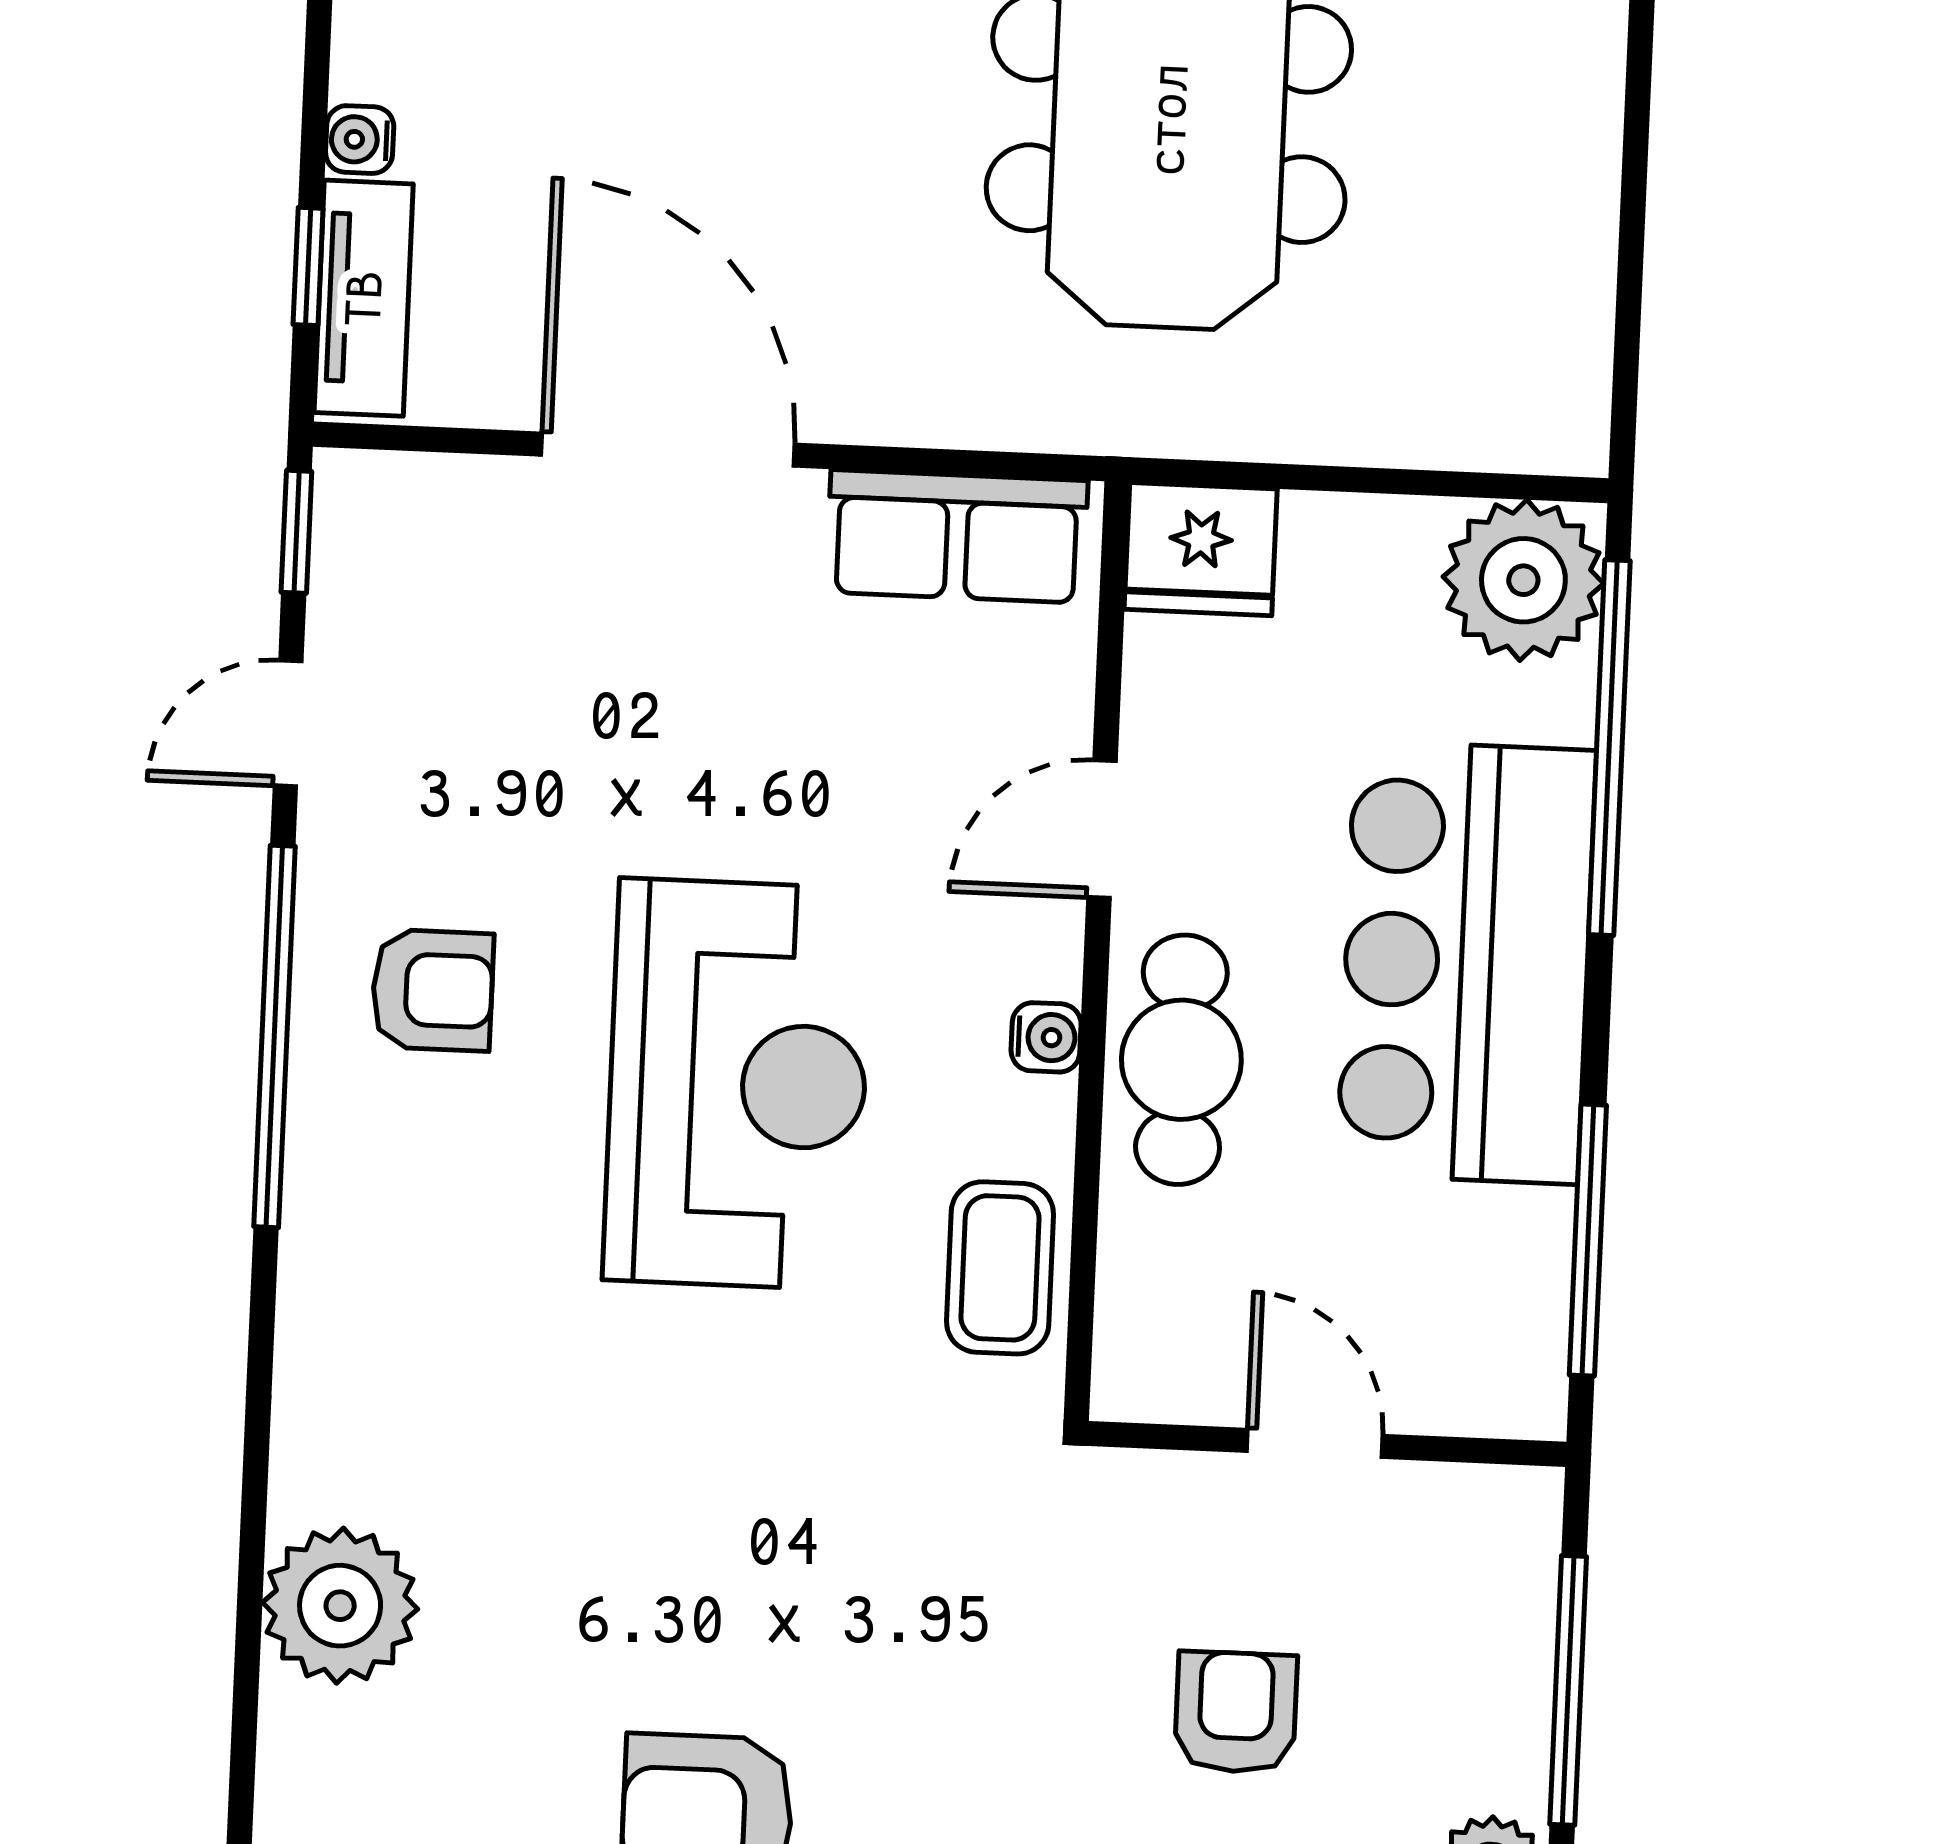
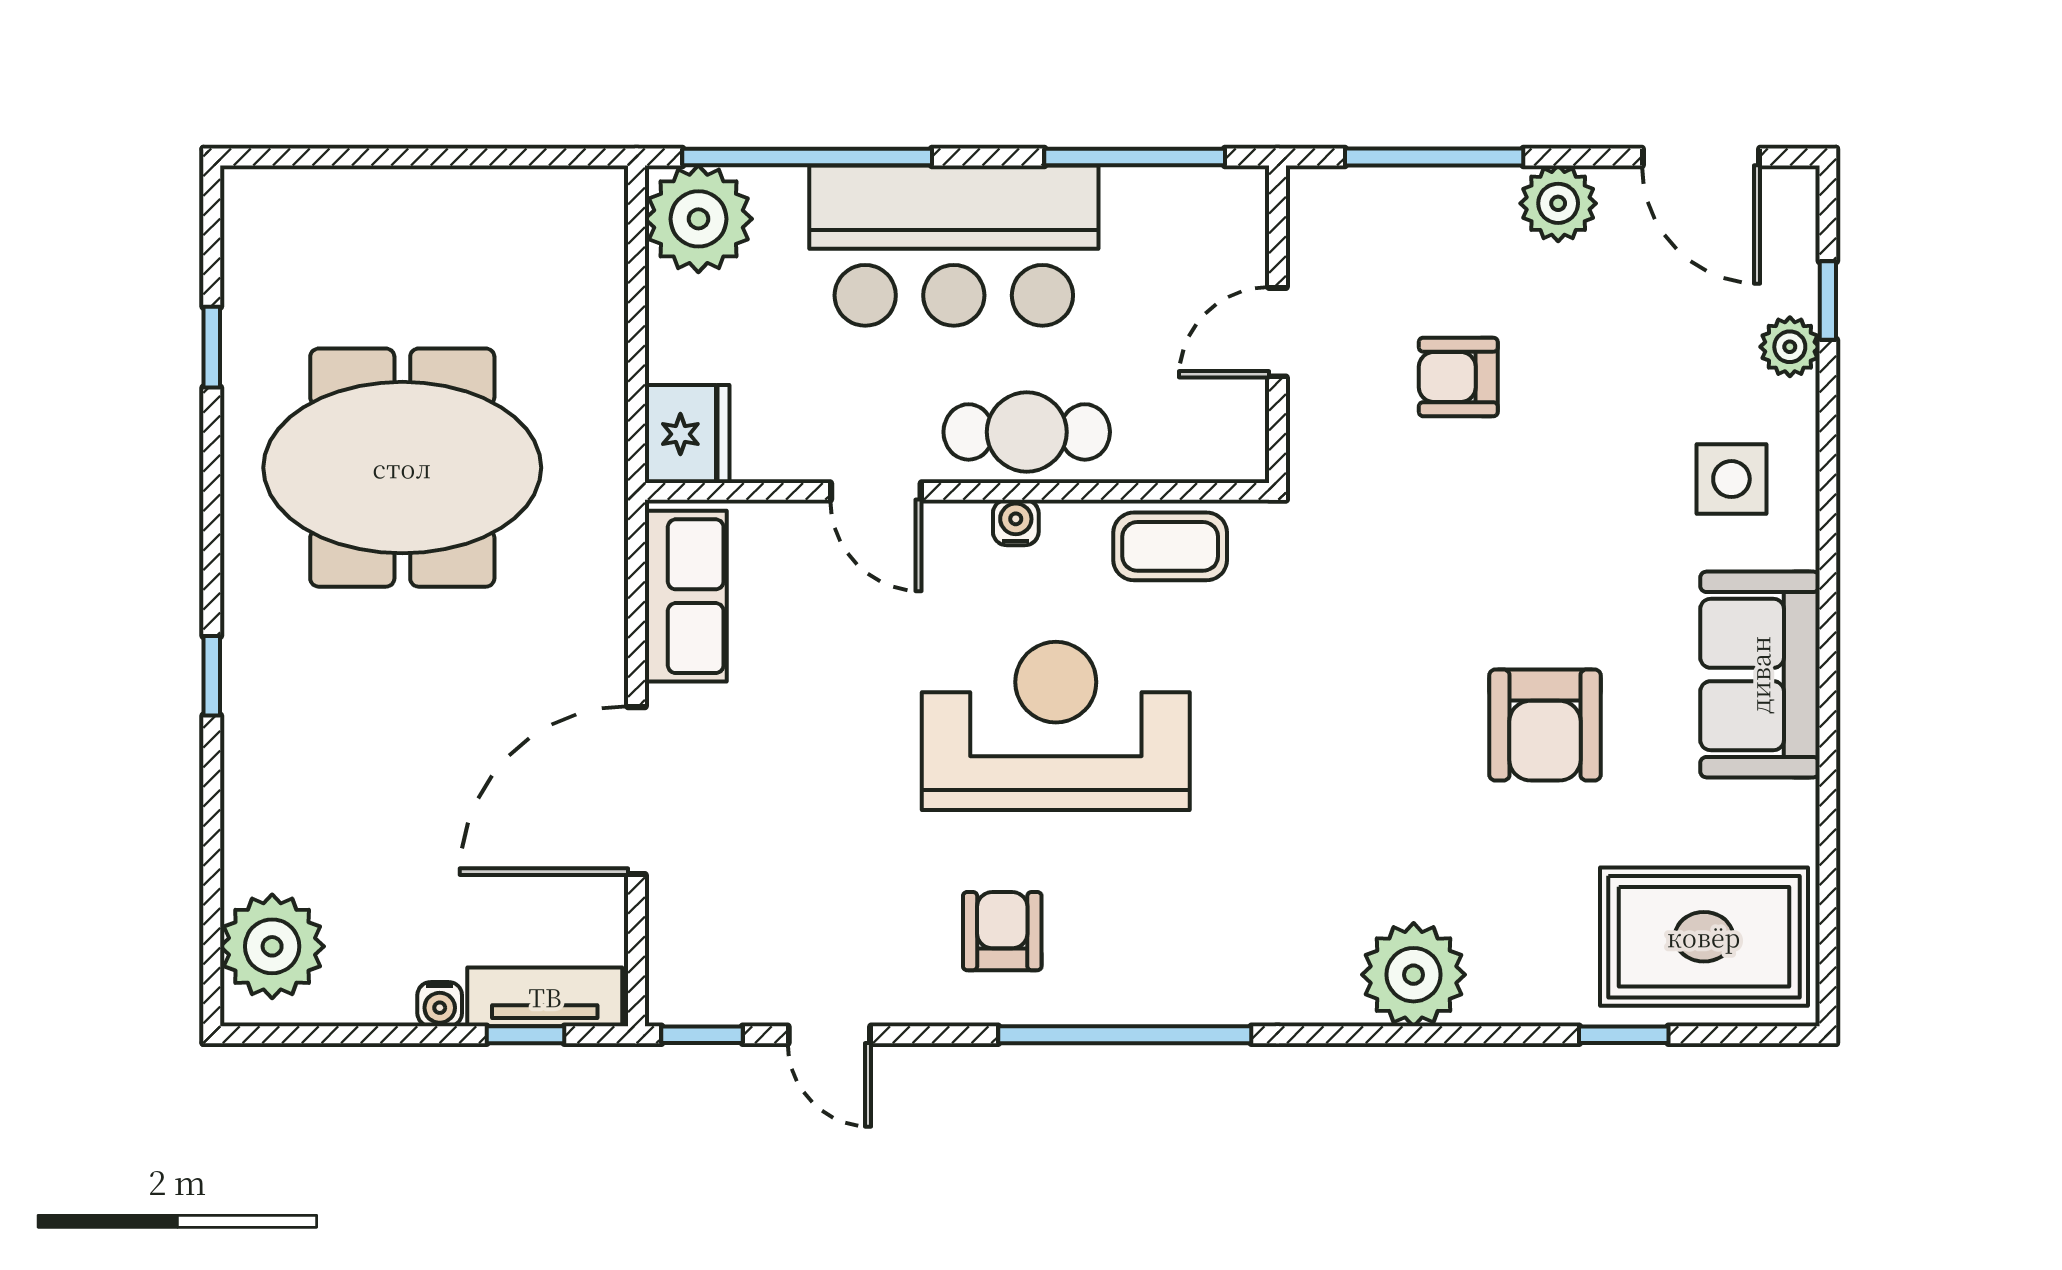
window: (274, 1036) -> (1125, 1035), moved

